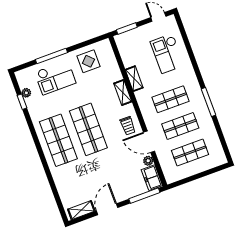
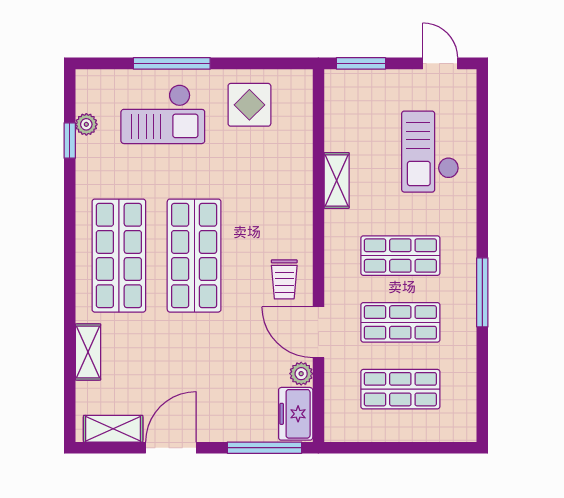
shelving: (123, 92) -> (88, 352), moved

